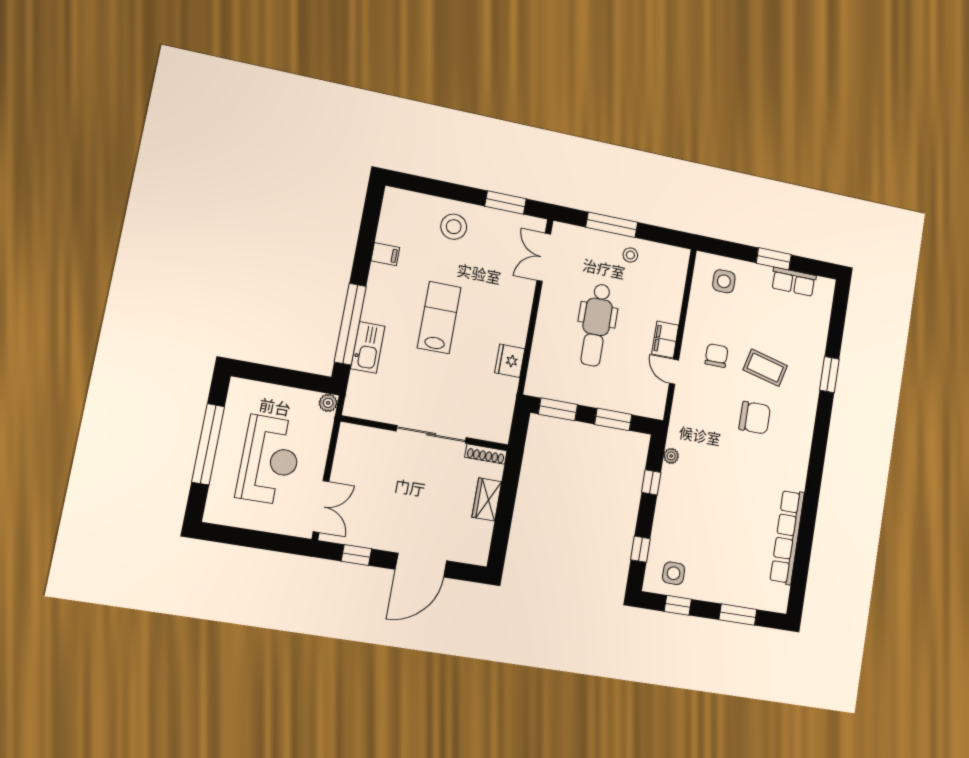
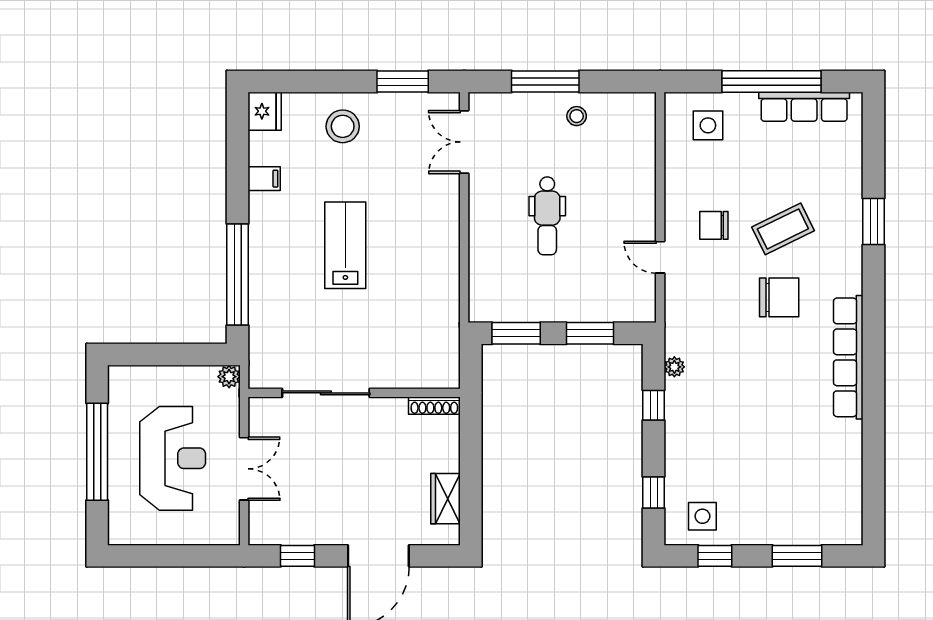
window: (774, 259) -> (772, 82), width x2.11
row of seats: (794, 282) -> (804, 107), width x1.48
dental chair: (596, 325) -> (547, 216), width x0.73, depth x0.72
filing cabinet: (665, 340) -> (641, 218), removed
kitchen sink: (368, 347) -> (264, 299), removed
chair: (716, 356) -> (714, 225), turned -90
fridge: (510, 361) -> (265, 111), moved, turned 180
coffee table: (765, 368) -> (783, 229), turned -40
sliding door: (431, 434) -> (326, 393), moved
wardrobe: (487, 499) -> (445, 499), moved
double door: (321, 506) -> (244, 469), moved
row of seats: (787, 537) -> (848, 357), moved

